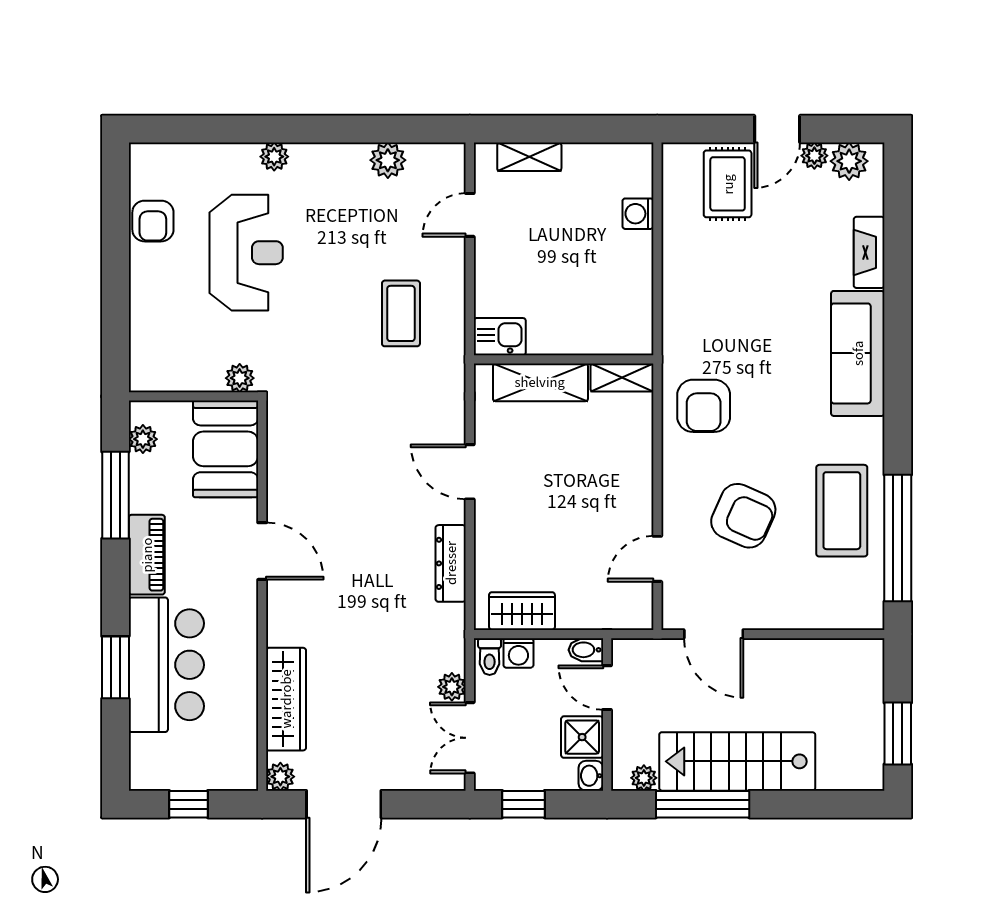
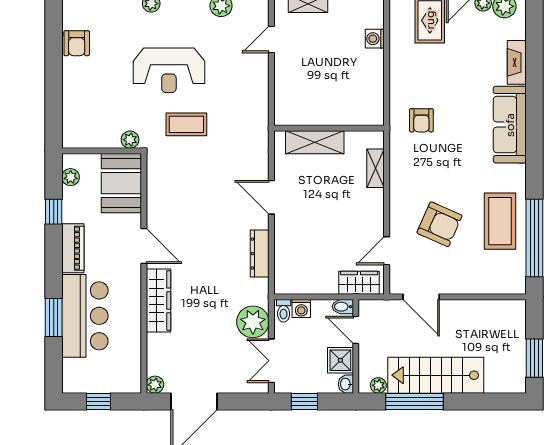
reception desk: (246, 253) -> (169, 70), moved, turned 90
coffee table: (401, 313) -> (186, 124), moved, turned 90
kitchen sink: (500, 337) -> (290, 114), removed
shelving: (622, 378) -> (375, 168), moved, turned 90
armchair: (704, 406) -> (421, 120), moved, width x0.72, depth x0.72
window: (115, 495) -> (54, 212), width x0.46
wardrobe: (522, 611) -> (359, 283), moved
plant: (452, 687) -> (253, 322), width x1.87, depth x1.87
wardrobe: (286, 699) -> (158, 300), moved

